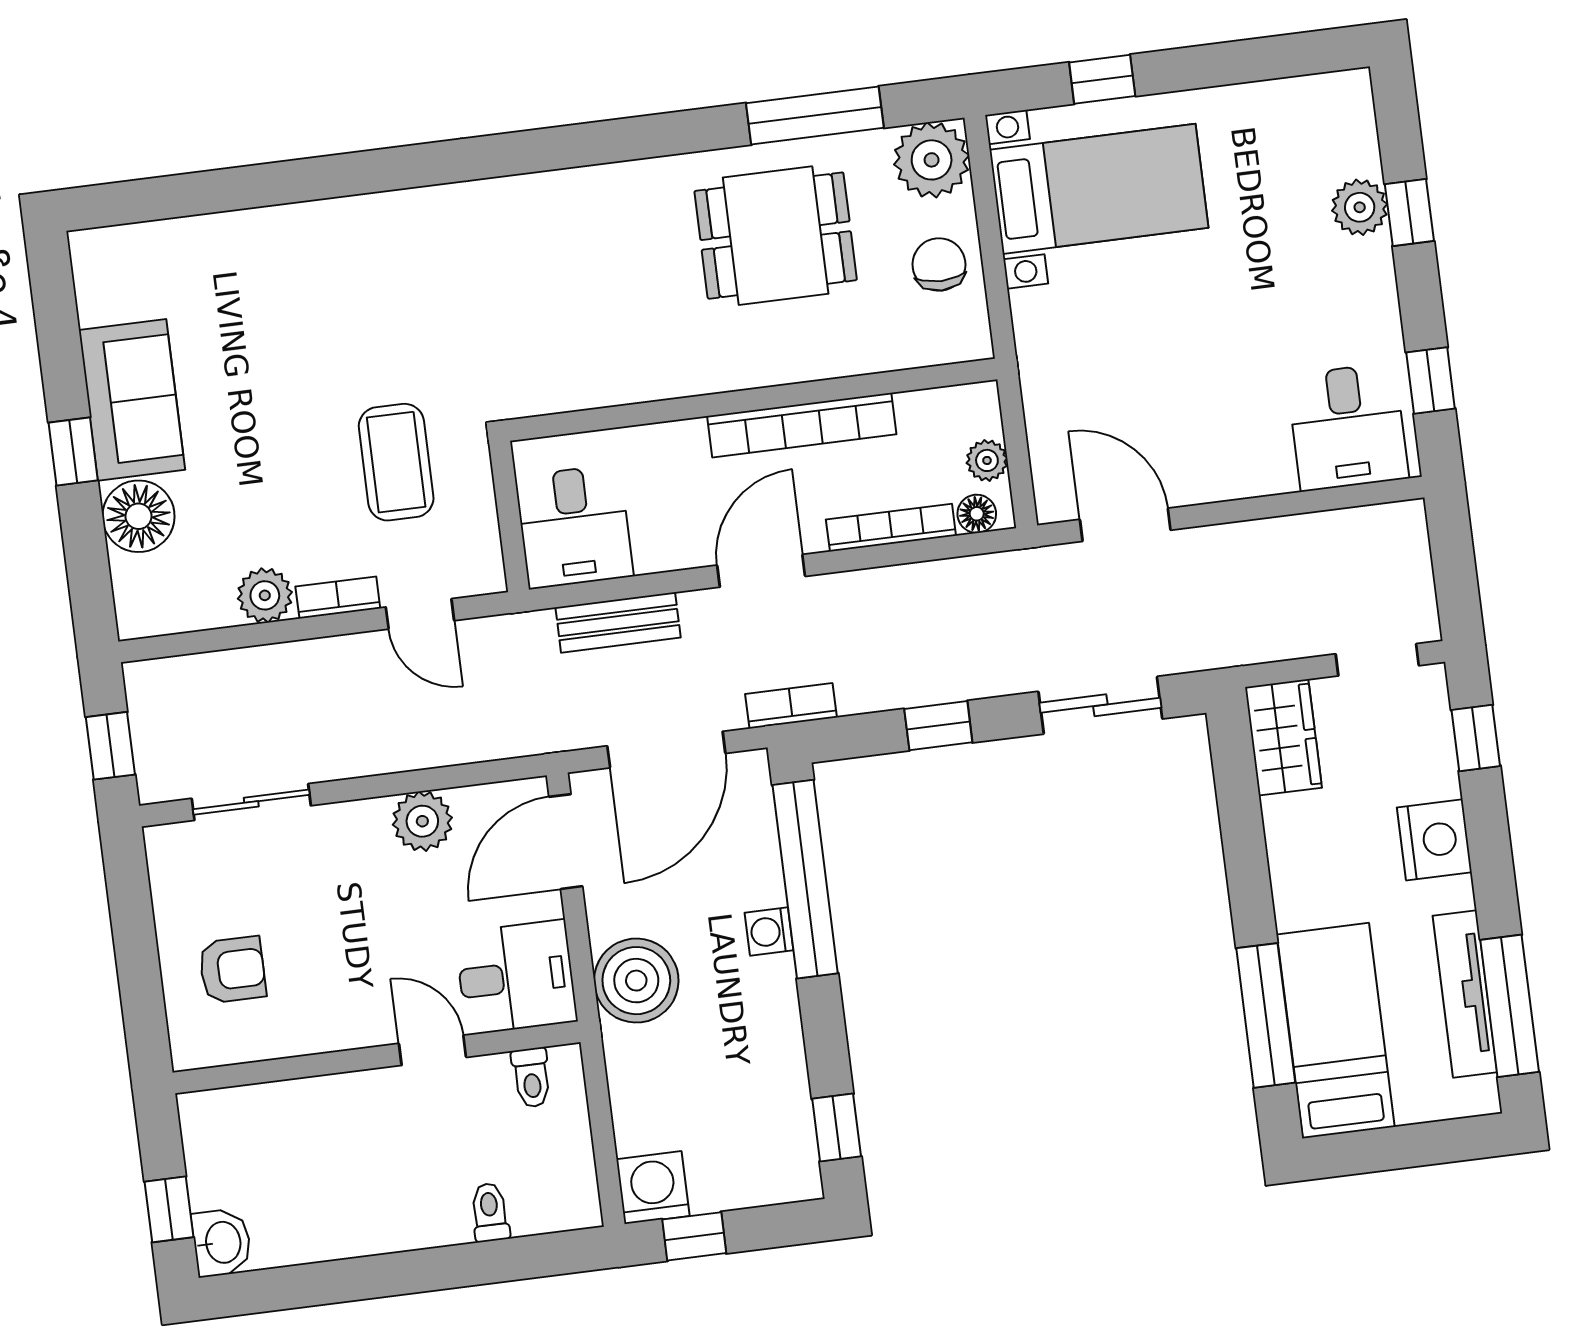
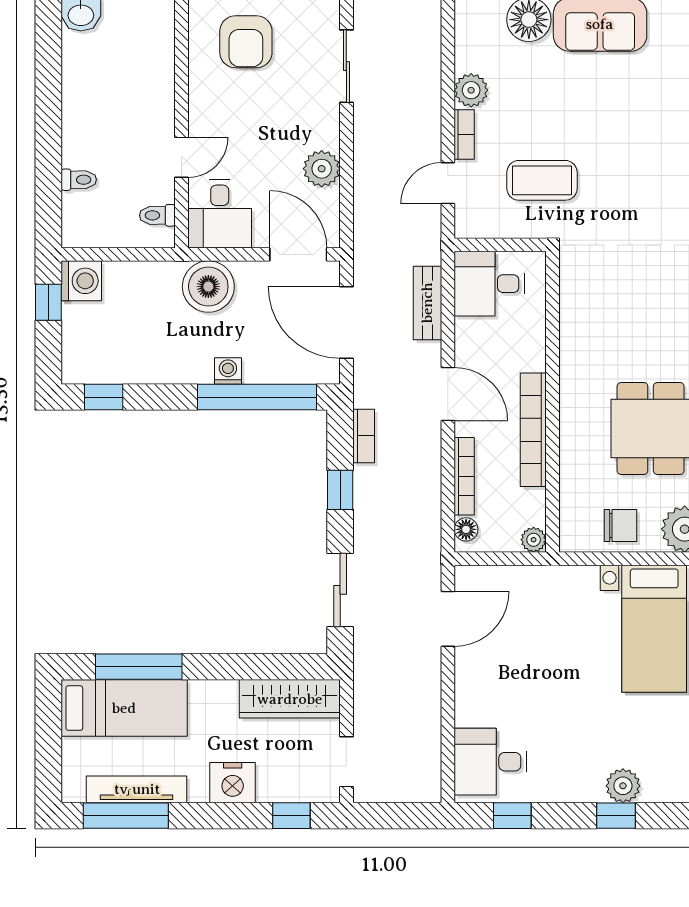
plant: (987, 460) -> (534, 540), moved
bookcase: (791, 706) -> (364, 436), moved
wardrobe: (1283, 737) -> (290, 699), width x1.50
armchair: (232, 970) -> (246, 42), width x1.38, depth x1.38

